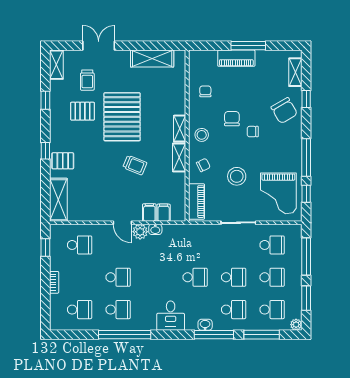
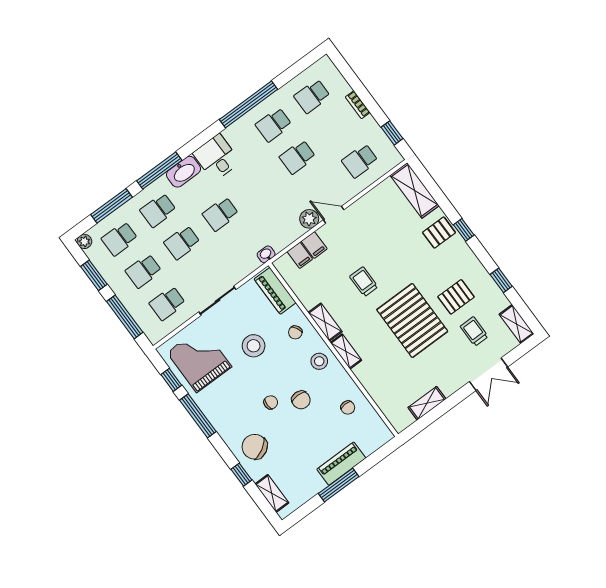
shelving: (152, 58) -> (427, 403), width x0.67, depth x0.75
trolley: (135, 165) -> (364, 282), turned 68
washbasin: (155, 229) -> (266, 254), moved
washbasin: (205, 325) -> (183, 172), width x1.91, depth x1.45

